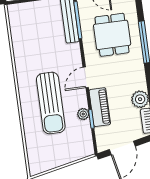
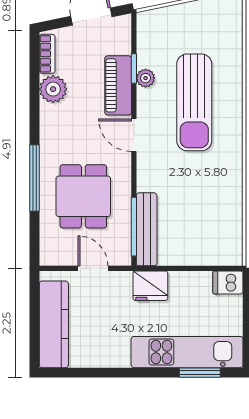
door: (86, 77) -> (134, 135), swing flipped
sun lounger: (51, 103) -> (194, 102), turned 180

